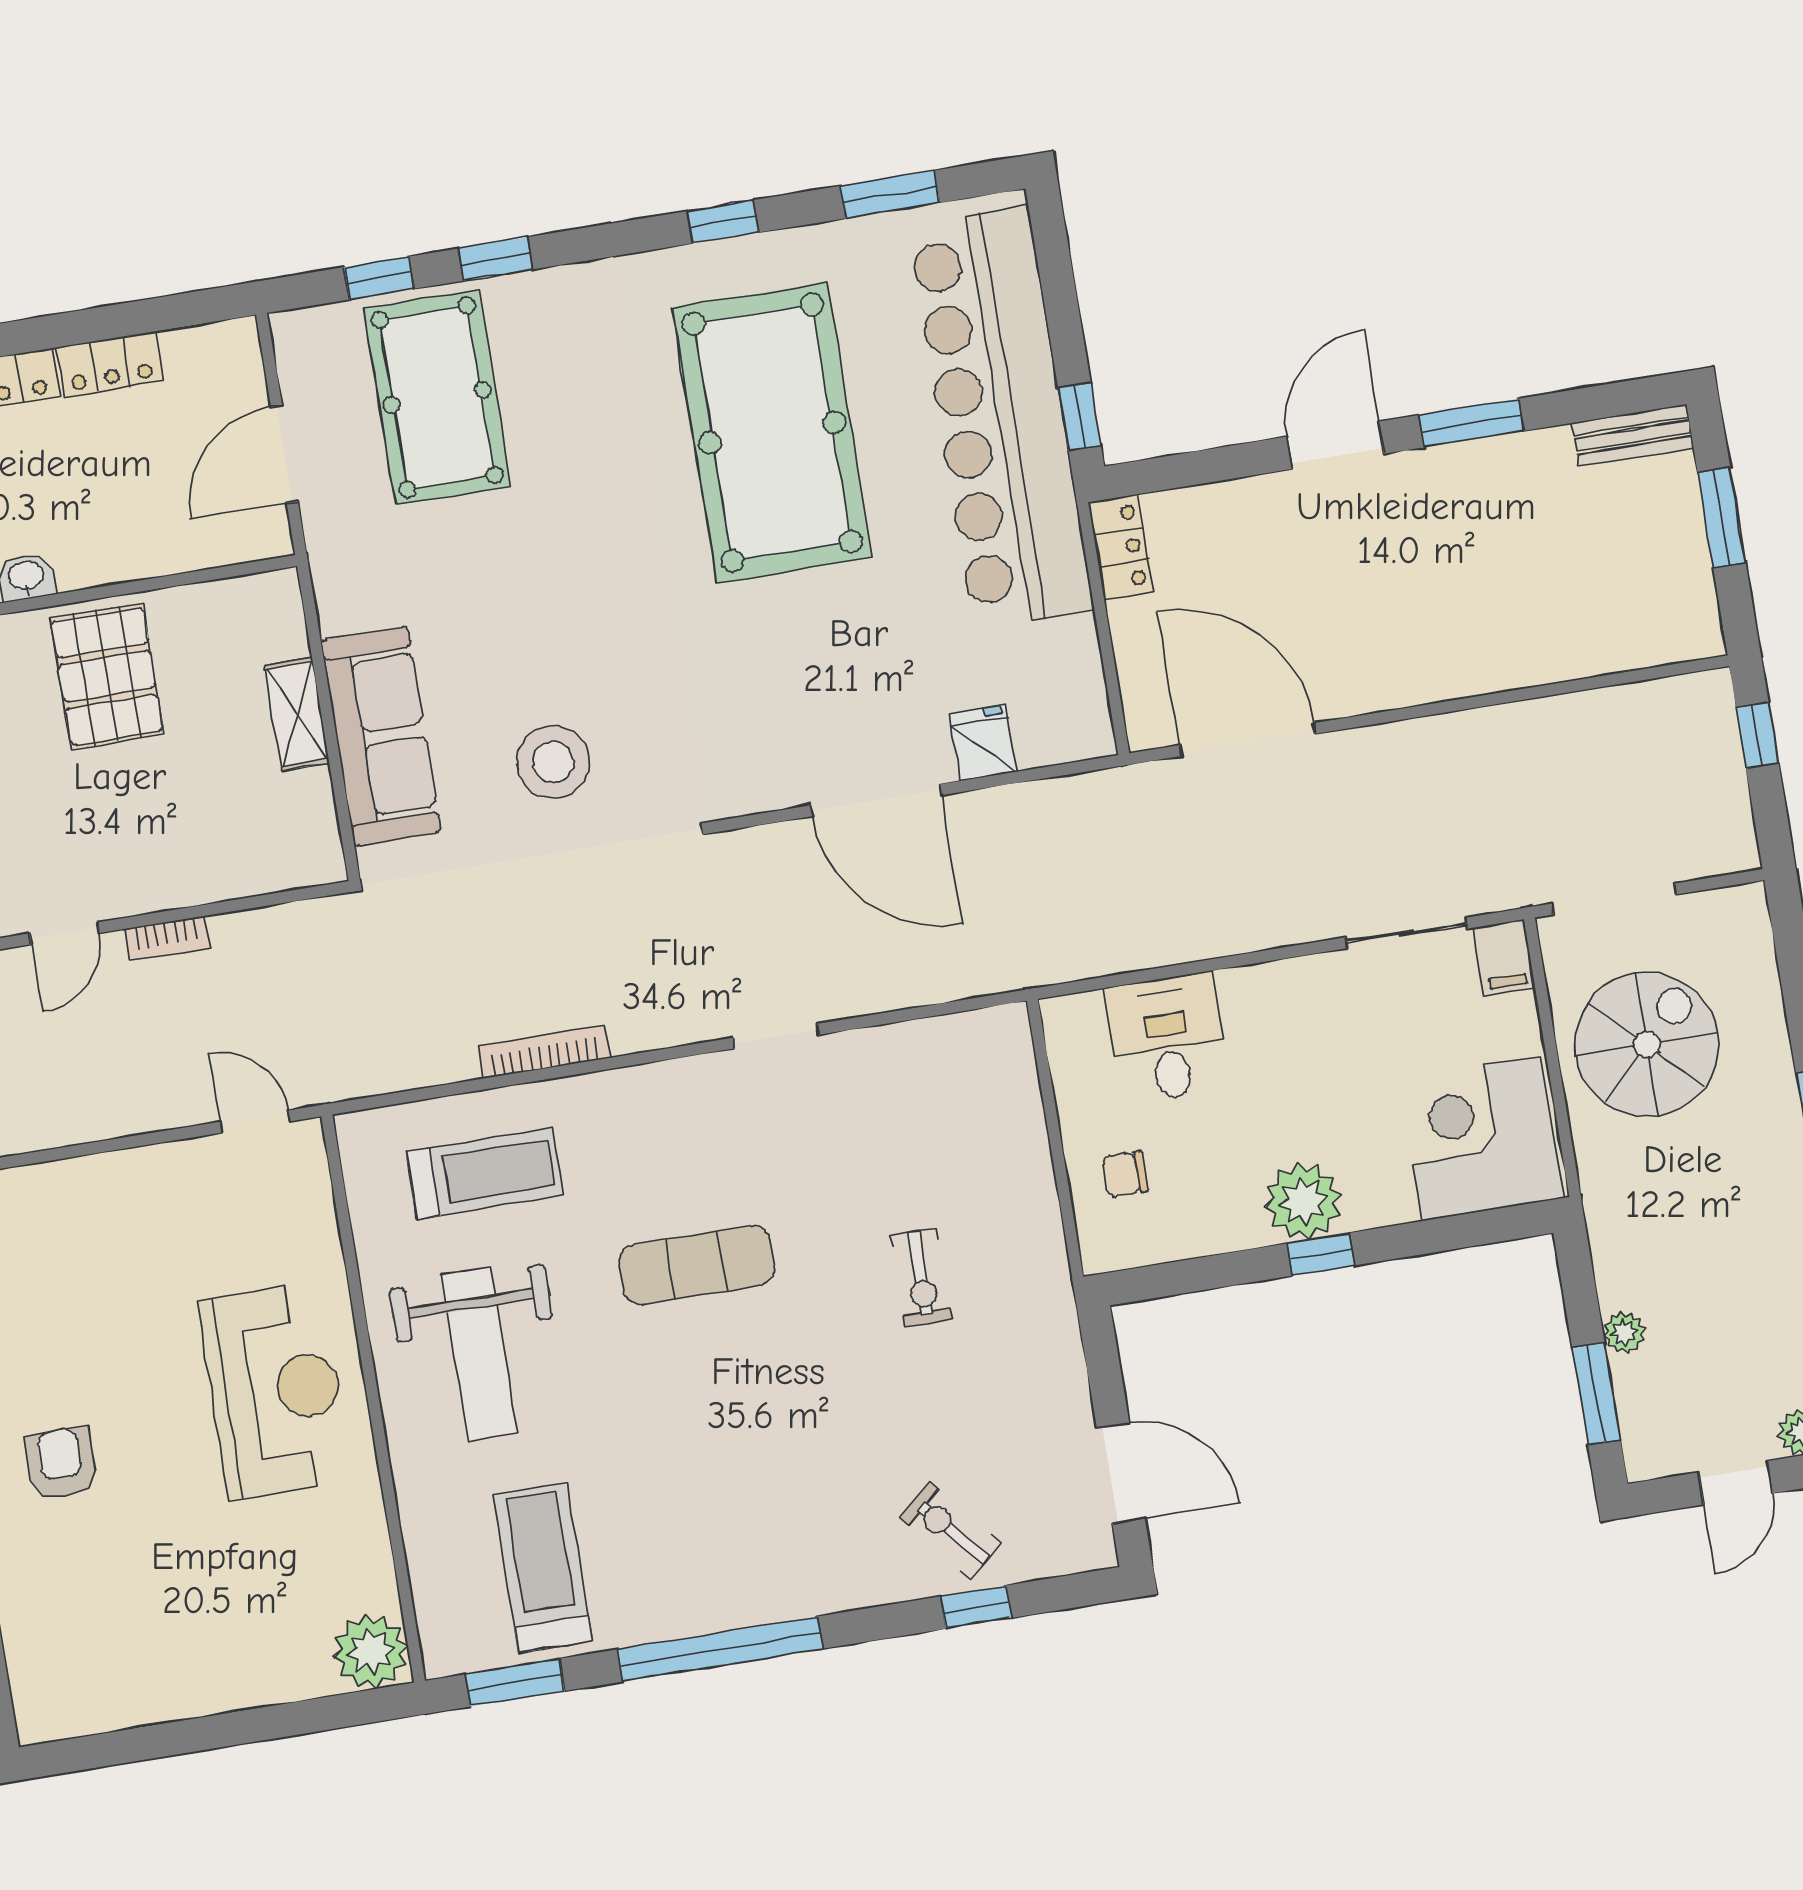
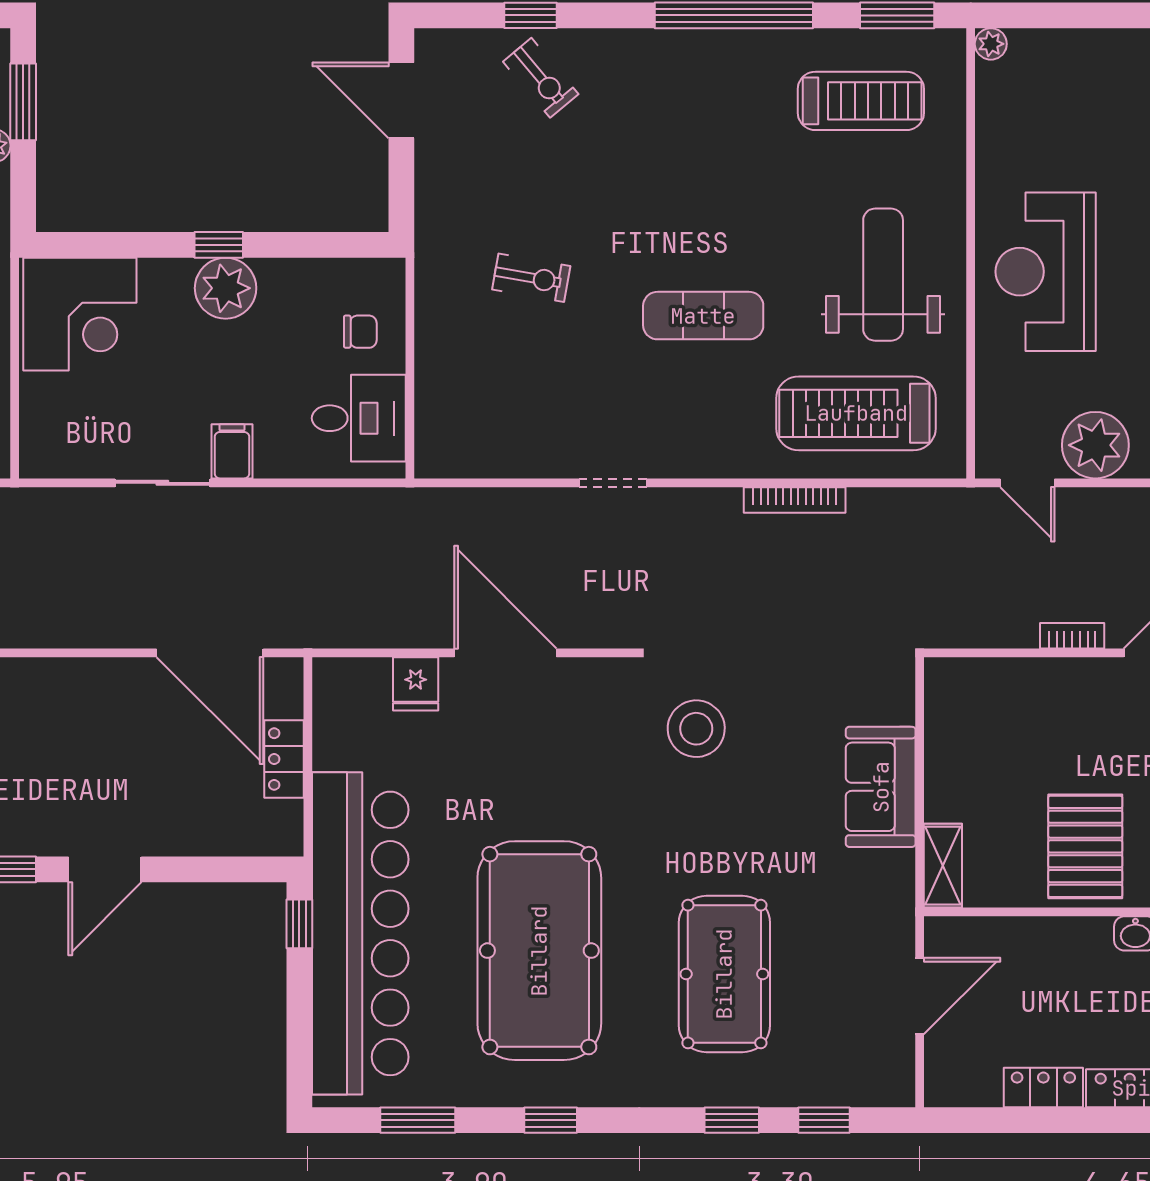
pool table: (437, 397) -> (724, 974), moved
locker: (1121, 547) -> (284, 759), moved
shelving: (297, 714) -> (943, 866), moved
sofa: (381, 736) -> (881, 787), width x0.73
stool: (553, 762) -> (696, 729), moved
sliding door: (1406, 933) -> (162, 483), moved
filing cabinet: (1504, 958) -> (232, 451), moved
desk: (1167, 1038) -> (359, 418), moved, turned -90
treadmill: (485, 1174) -> (856, 413), width x1.37, depth x1.38
plant: (177, 1183) -> (1095, 445), added
exercise bike: (921, 1277) -> (531, 278), turned 100
treadmill: (543, 1568) -> (861, 101), turned -90
plant: (371, 1651) -> (991, 44), width x0.53, depth x0.53

